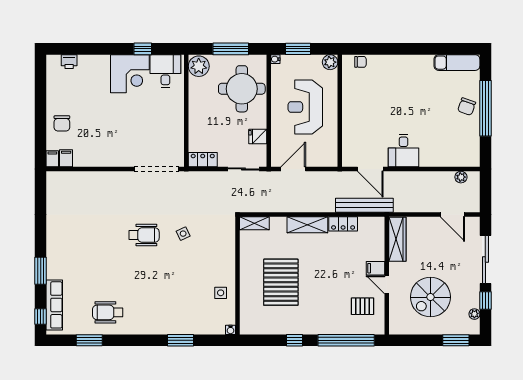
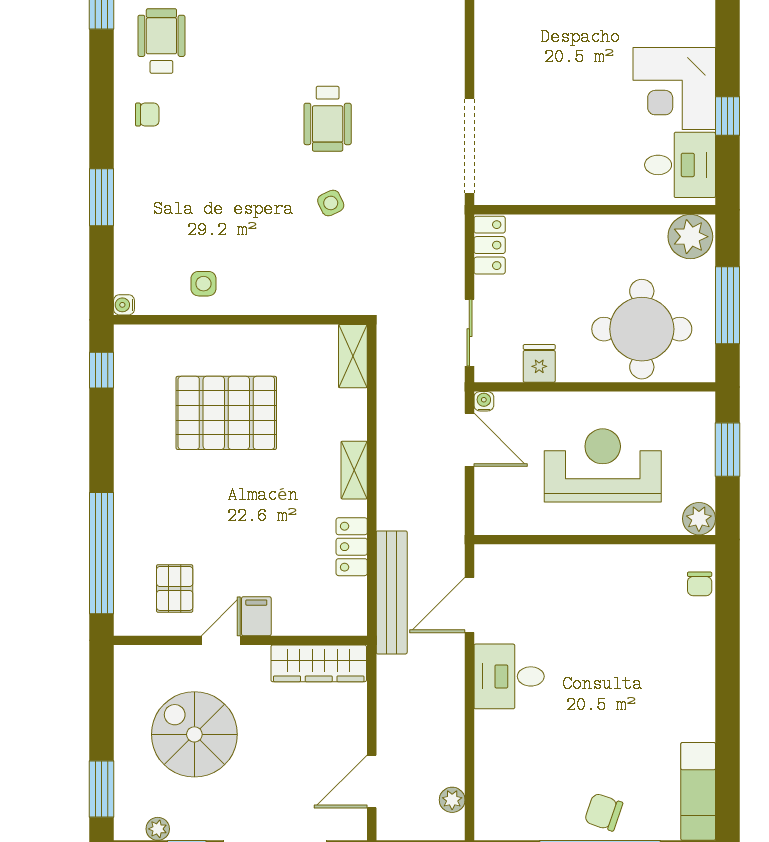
water cooler: (275, 59) -> (484, 401), moved
shelving: (307, 225) -> (354, 470), width x0.67, depth x0.75
chair: (142, 319) -> (147, 115), added
window: (295, 340) -> (101, 370), moved

